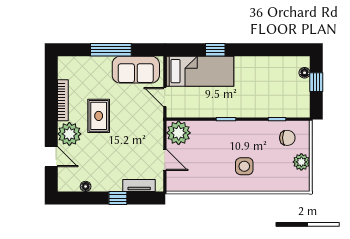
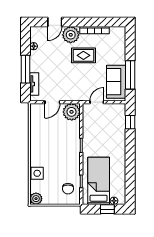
window: (111, 50) -> (130, 75), moved
window: (215, 50) -> (130, 122), moved
bed: (200, 71) -> (99, 181), moved, turned 180
plant: (301, 162) -> (36, 199), moved
side table: (244, 166) -> (37, 173), moved
window: (118, 198) -> (26, 69), width x2.17

